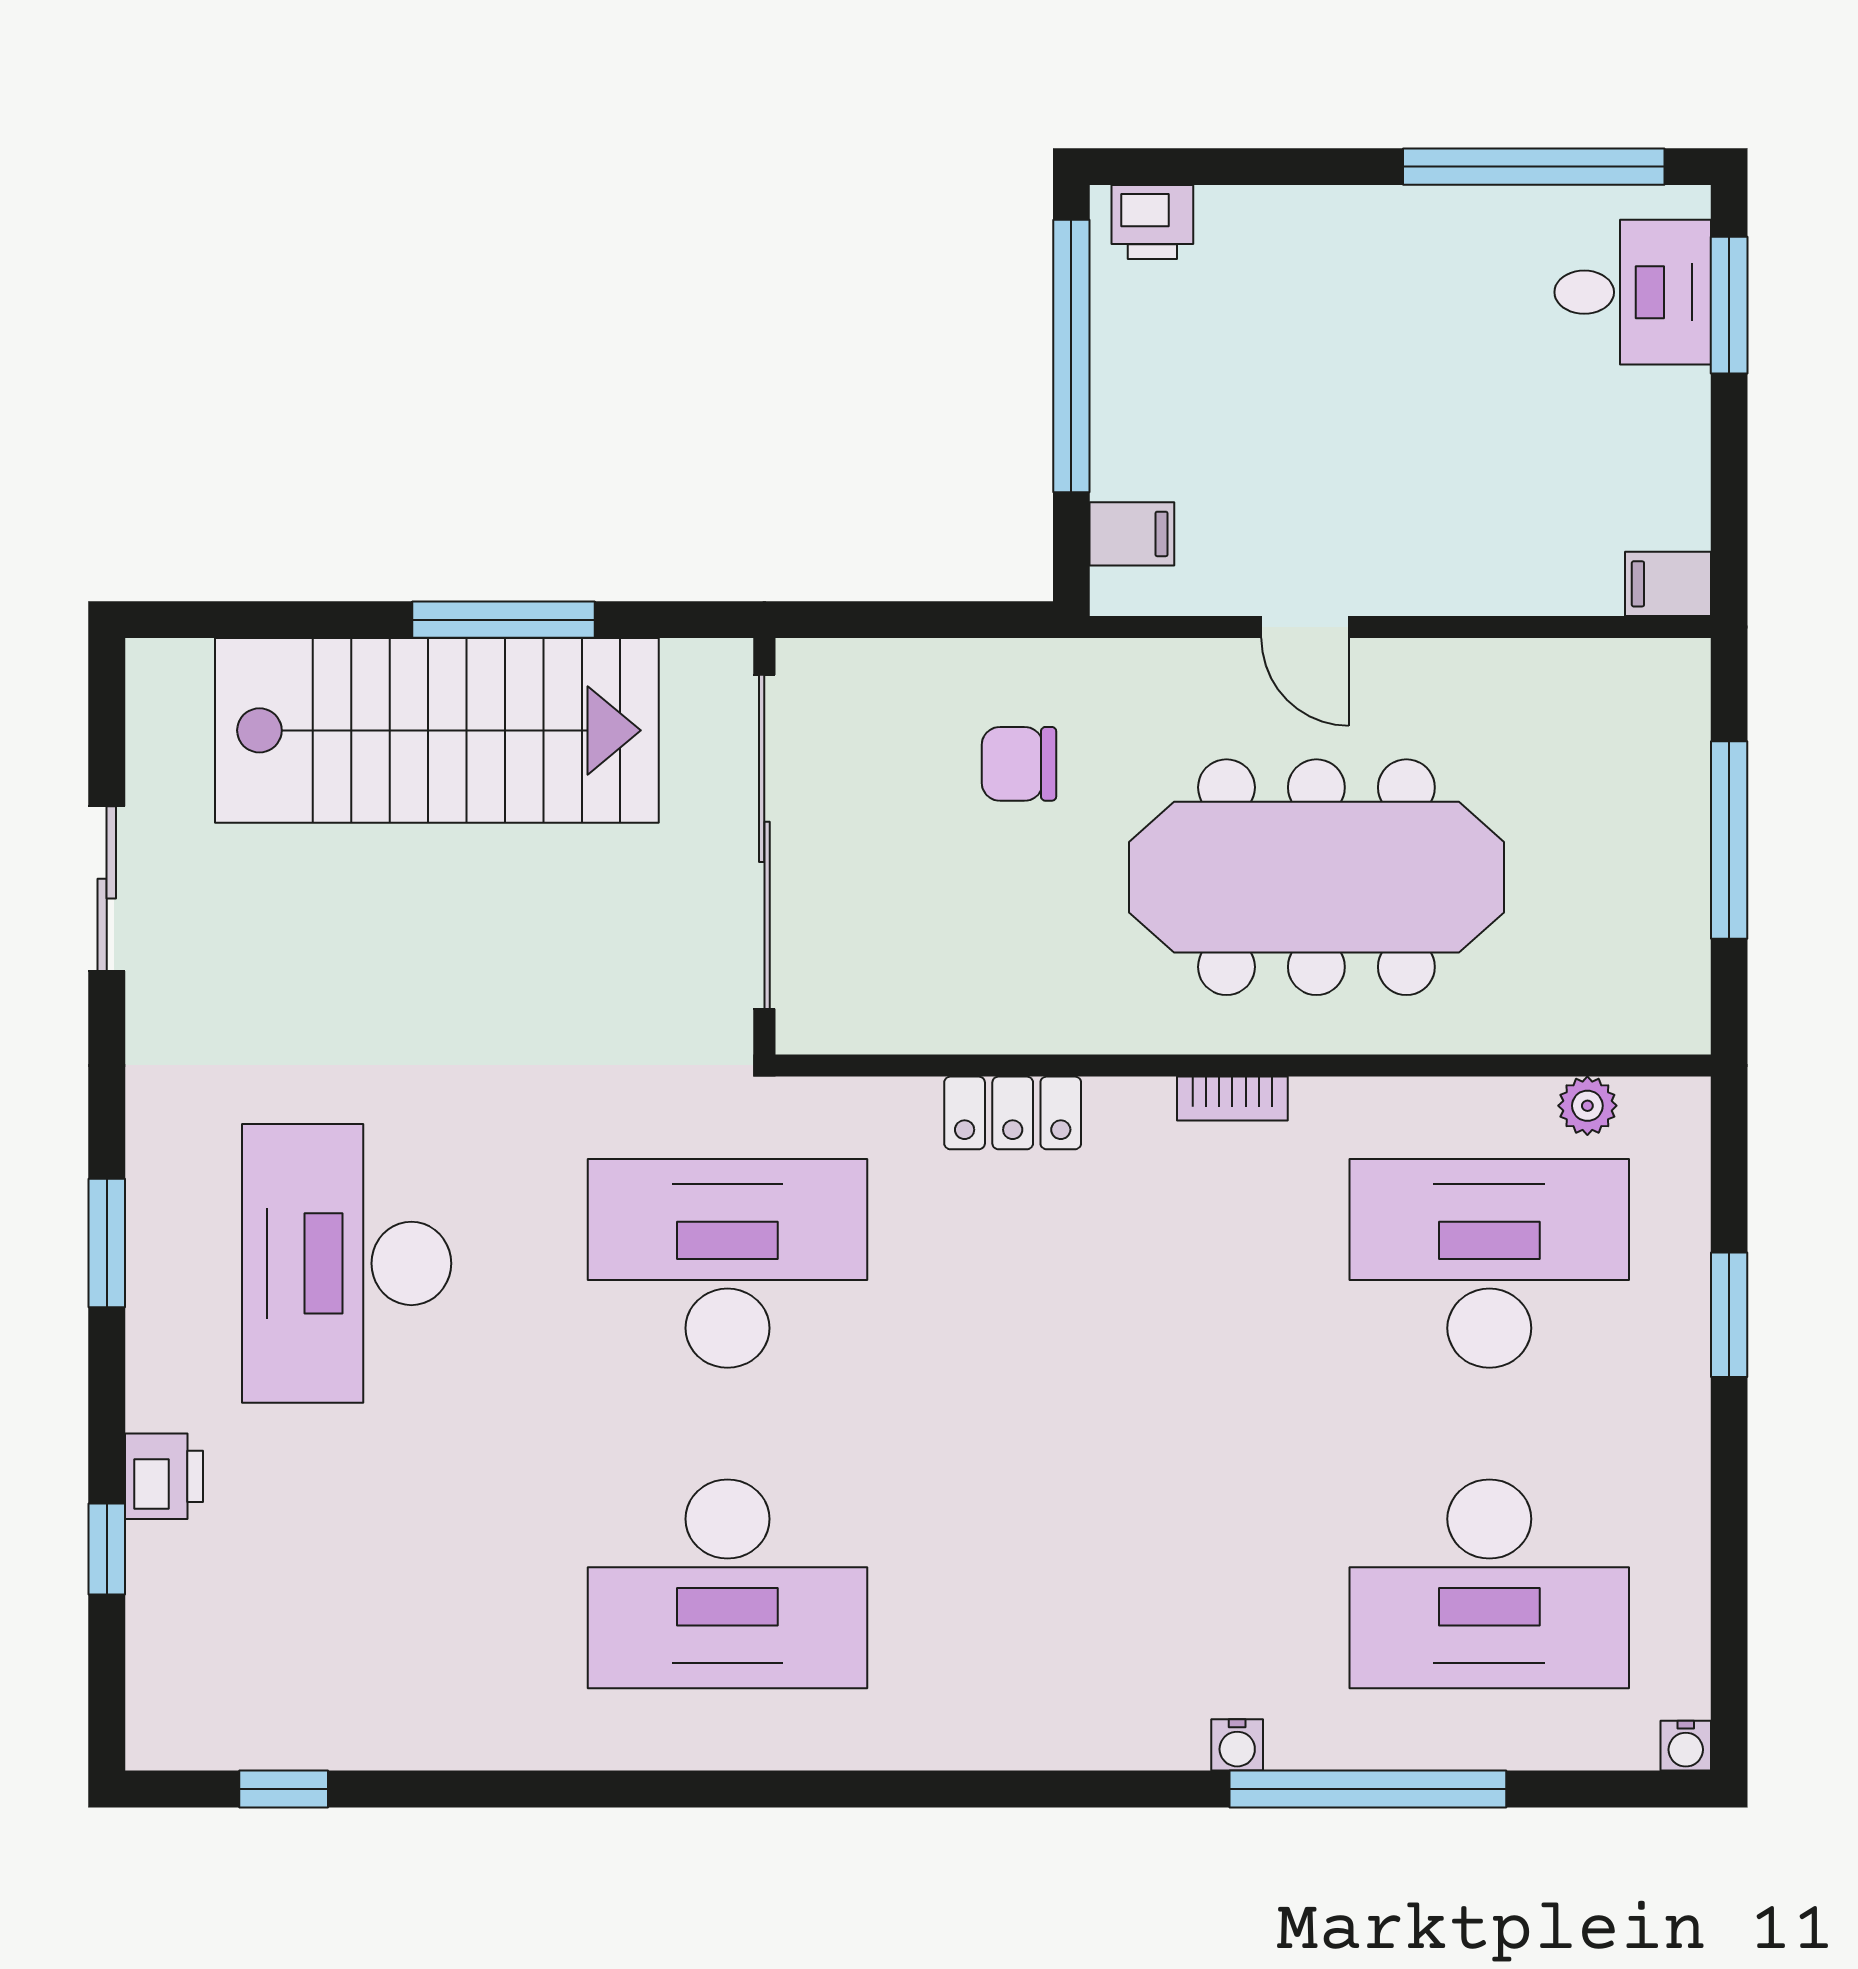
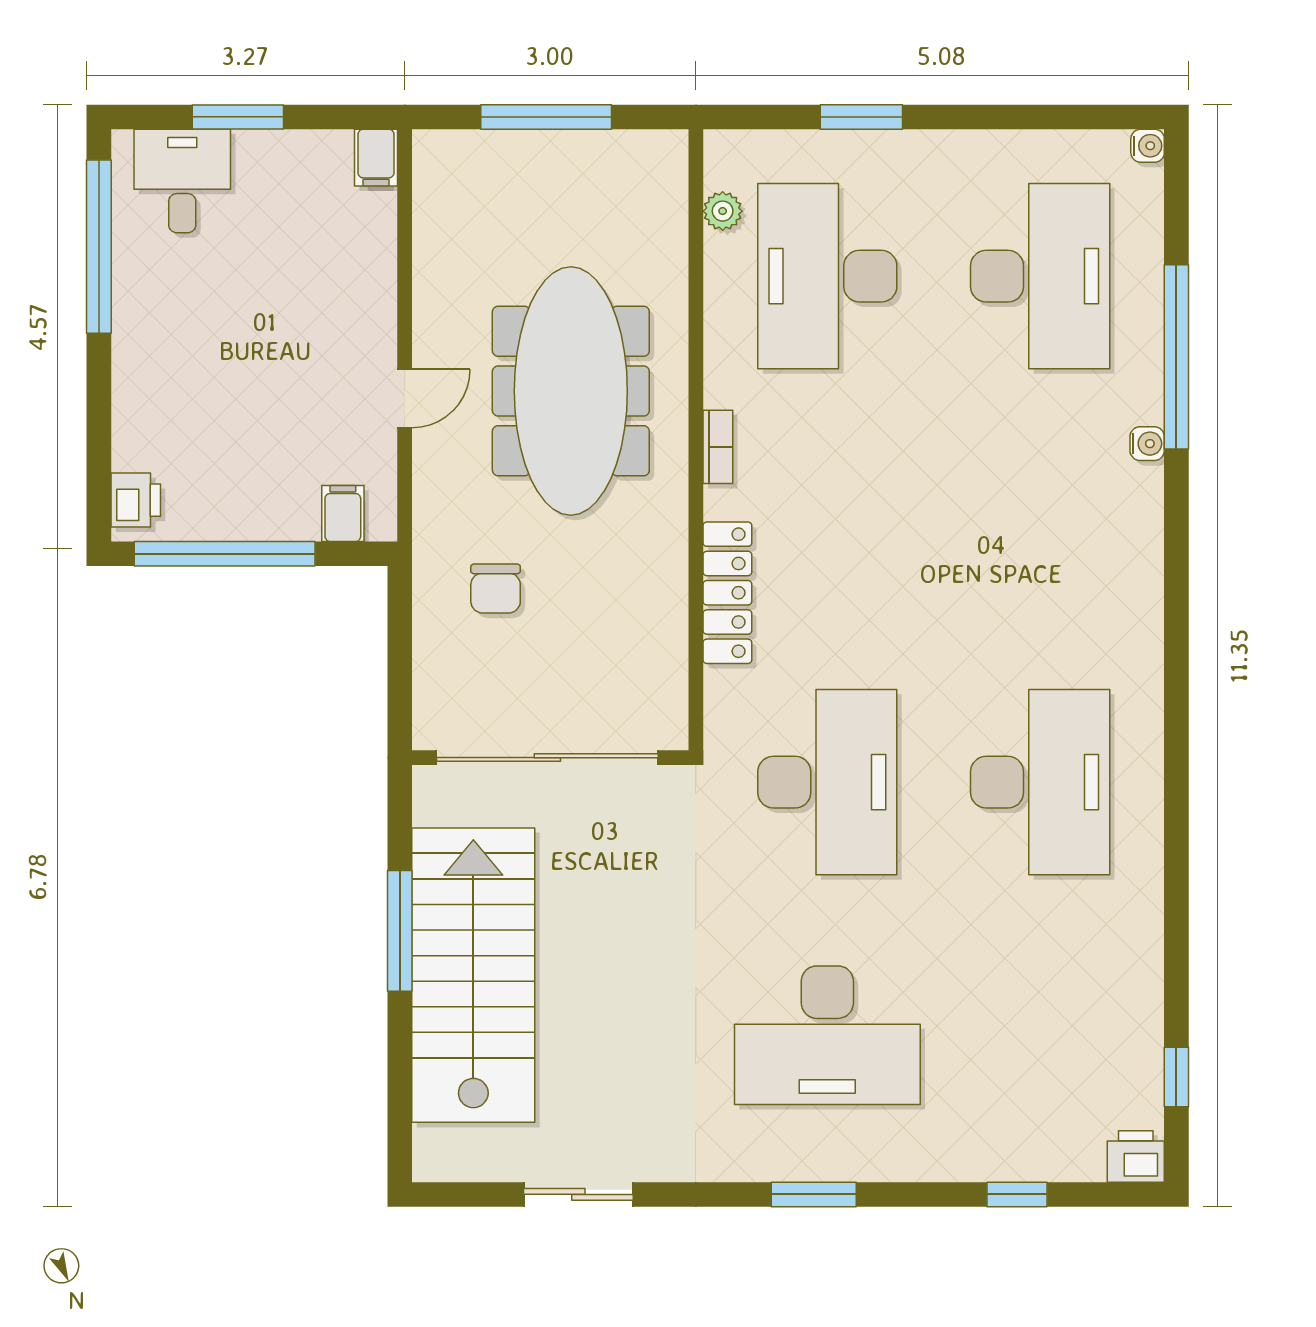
window: (1729, 305) -> (238, 117), moved
locker: (1013, 1113) -> (727, 593), width x1.53
desk: (727, 1263) -> (827, 782), turned 180
printer: (164, 1476) -> (1136, 1156), moved

